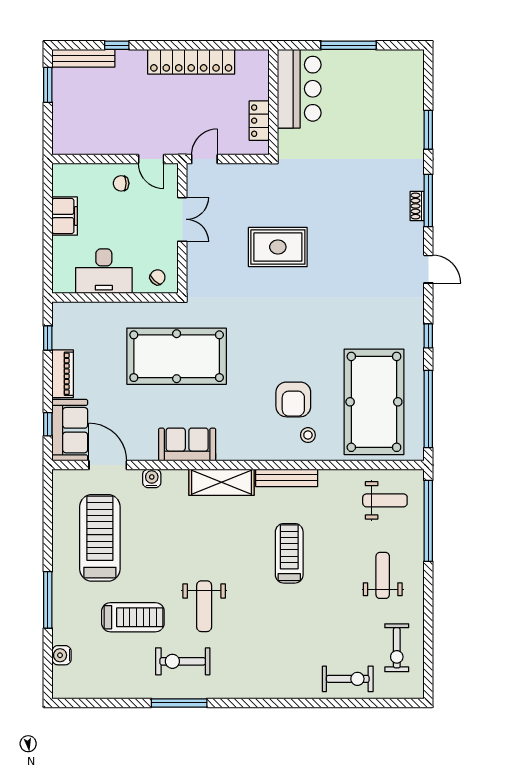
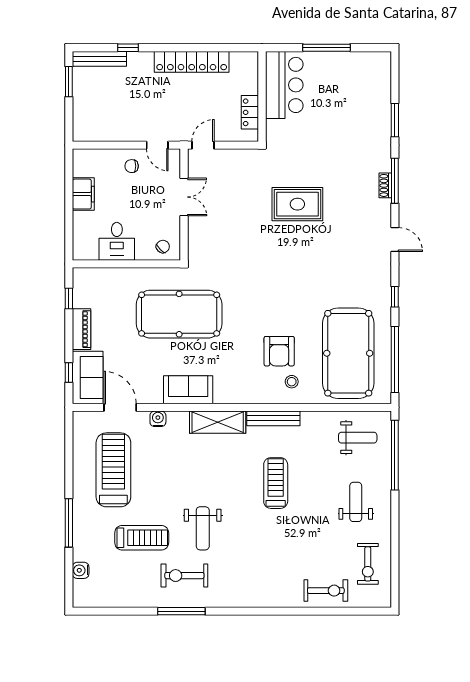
rug: (278, 247) -> (297, 204), moved
desk: (104, 271) -> (117, 241), width x0.73

